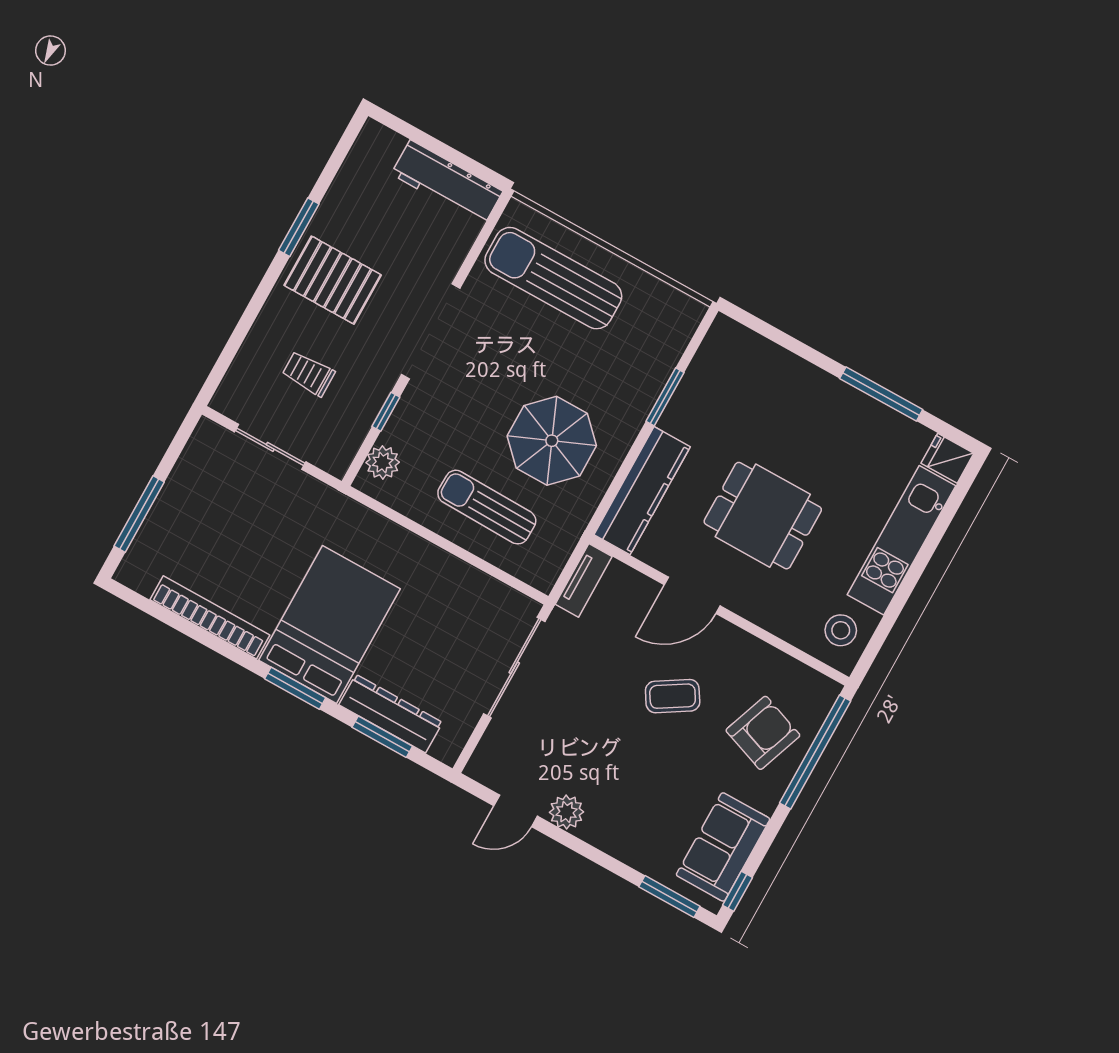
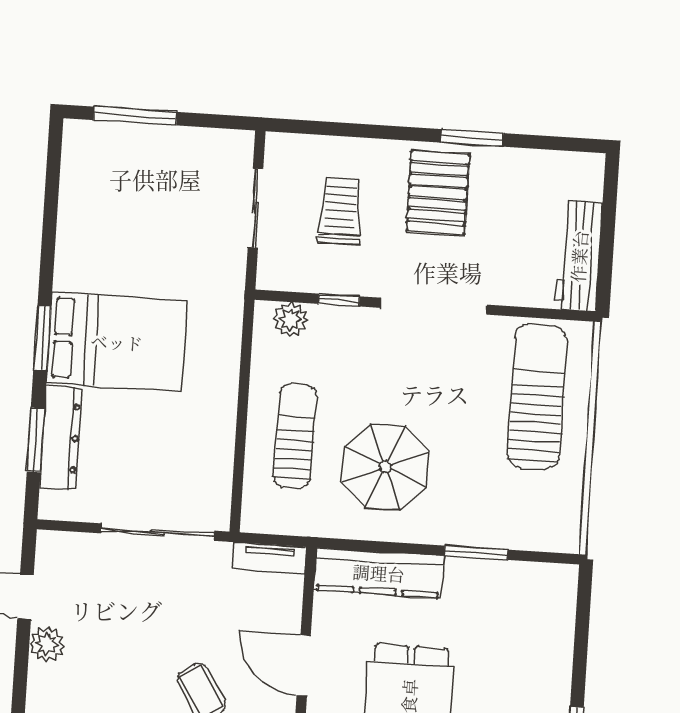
trolley: (309, 374) -> (340, 211), width x1.36, depth x1.39
bookcase: (210, 617) -> (70, 227), removed

